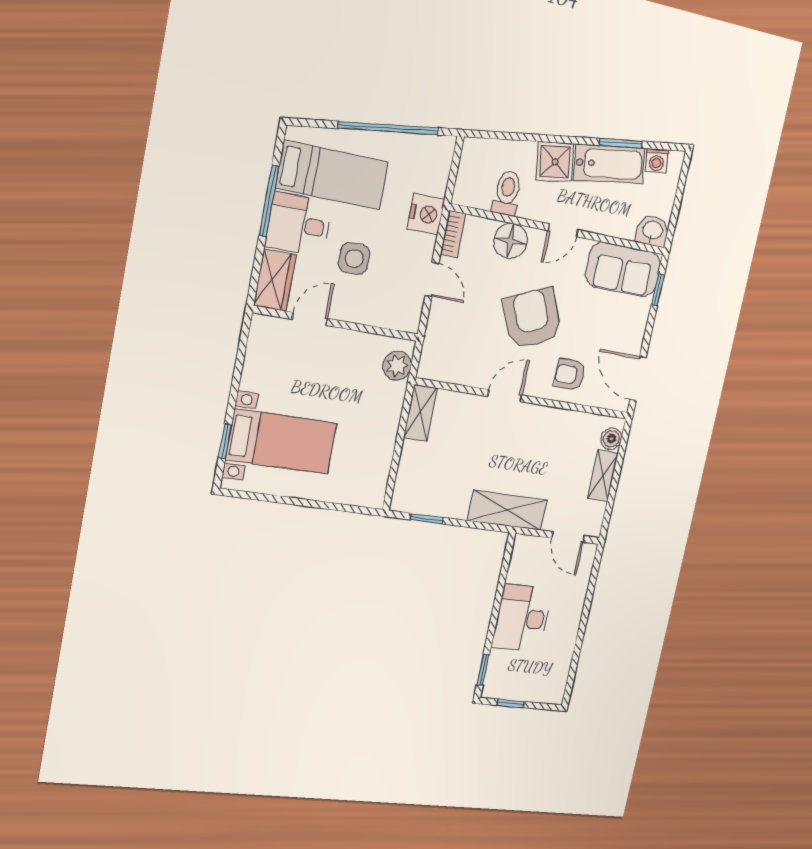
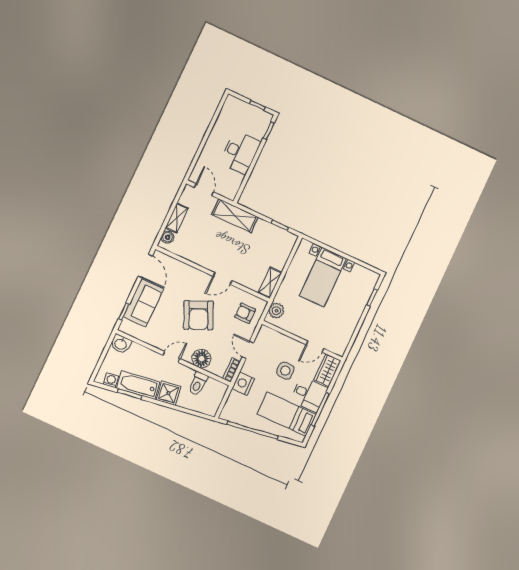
sofa: (623, 269) -> (144, 303), moved, turned 90
armchair: (570, 375) -> (245, 313), moved, turned 180
bed with nightstands: (281, 442) -> (323, 277), moved, turned -90

